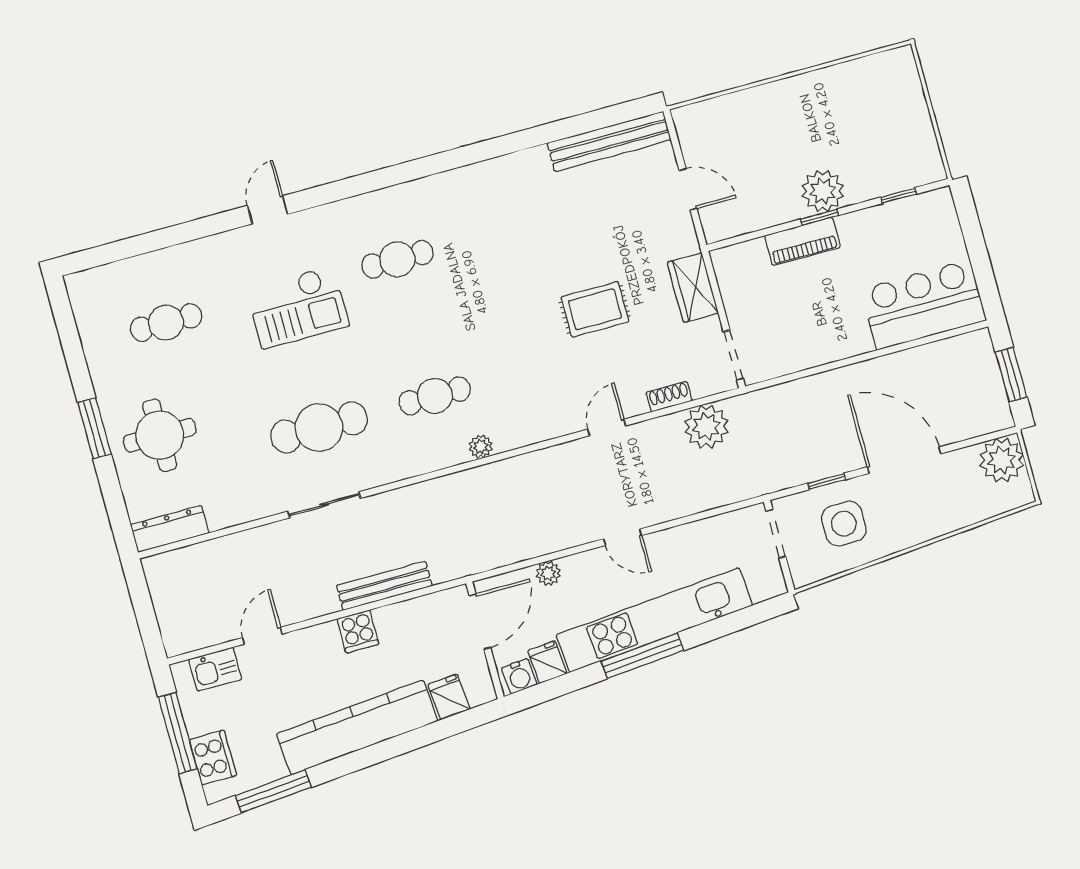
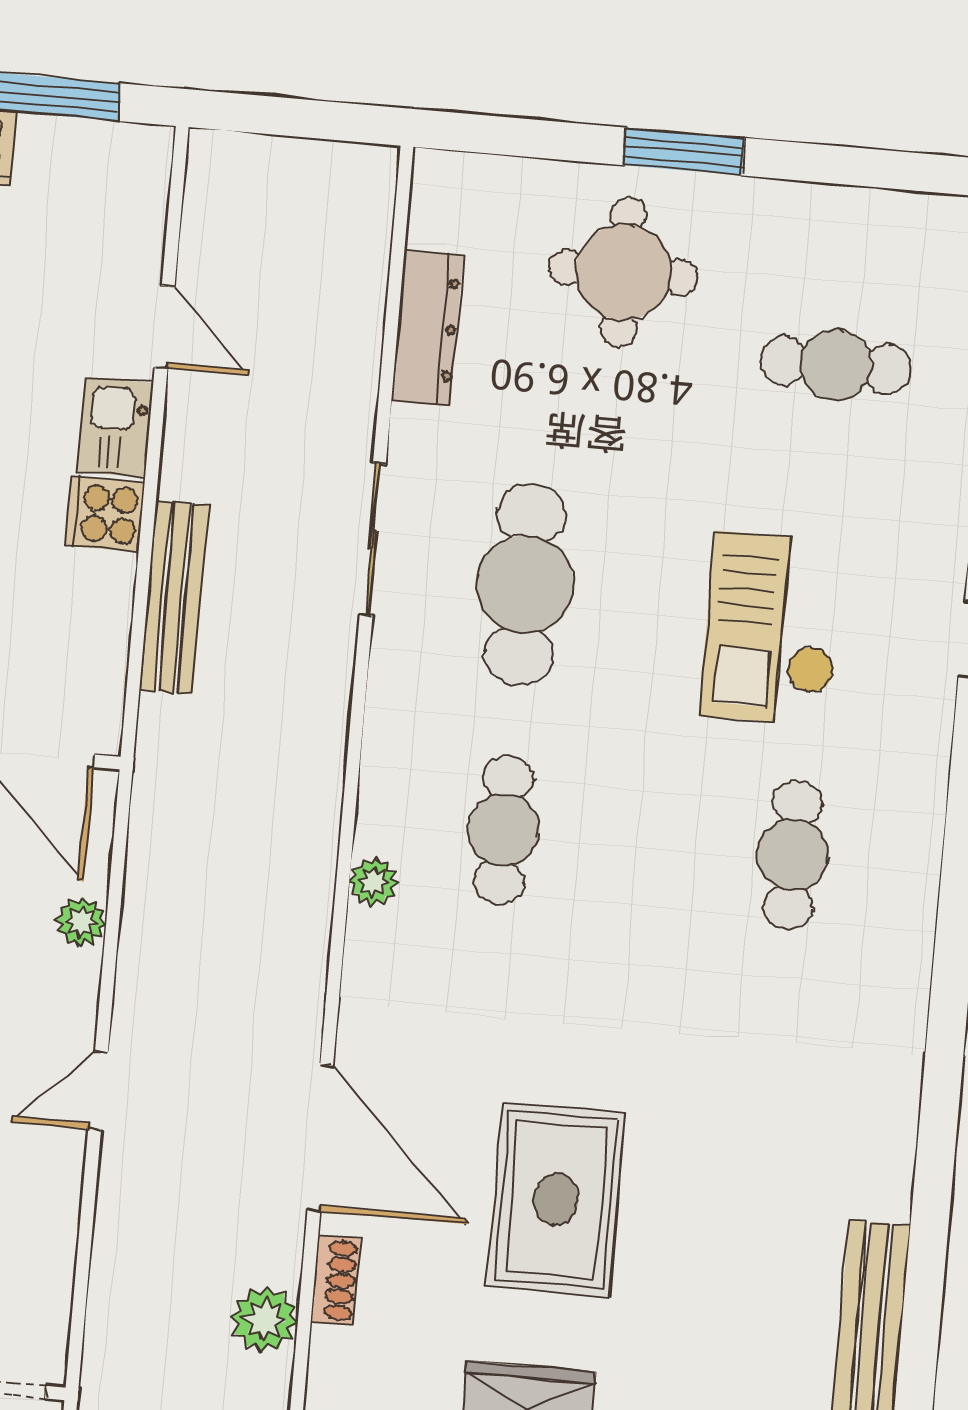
rug: (595, 309) -> (556, 1199), width x1.36, depth x1.43
cafe table: (166, 323) -> (836, 365), turned 90
plant: (706, 427) -> (264, 1319), width x0.73, depth x0.73
door: (607, 428) -> (320, 1138), width x1.88
dresser: (170, 529) -> (427, 328), moved
kitchen sink: (215, 669) -> (115, 427), moved

